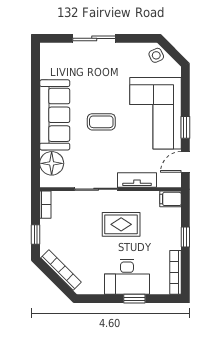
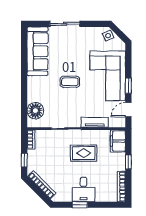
sofa: (55, 115) -> (38, 51), moved
filing cabinet: (170, 199) -> (118, 141), width x2.00
desk: (127, 277) -> (83, 189), width x0.73
window: (134, 299) -> (80, 205), moved

